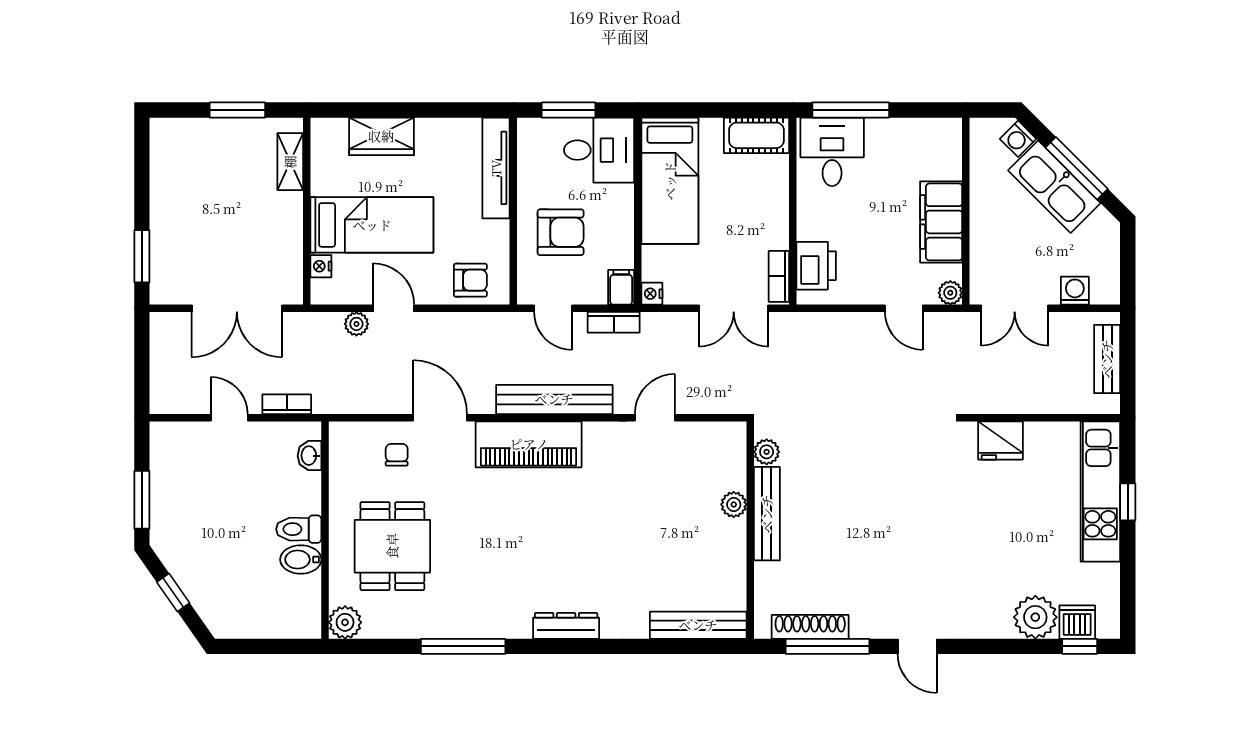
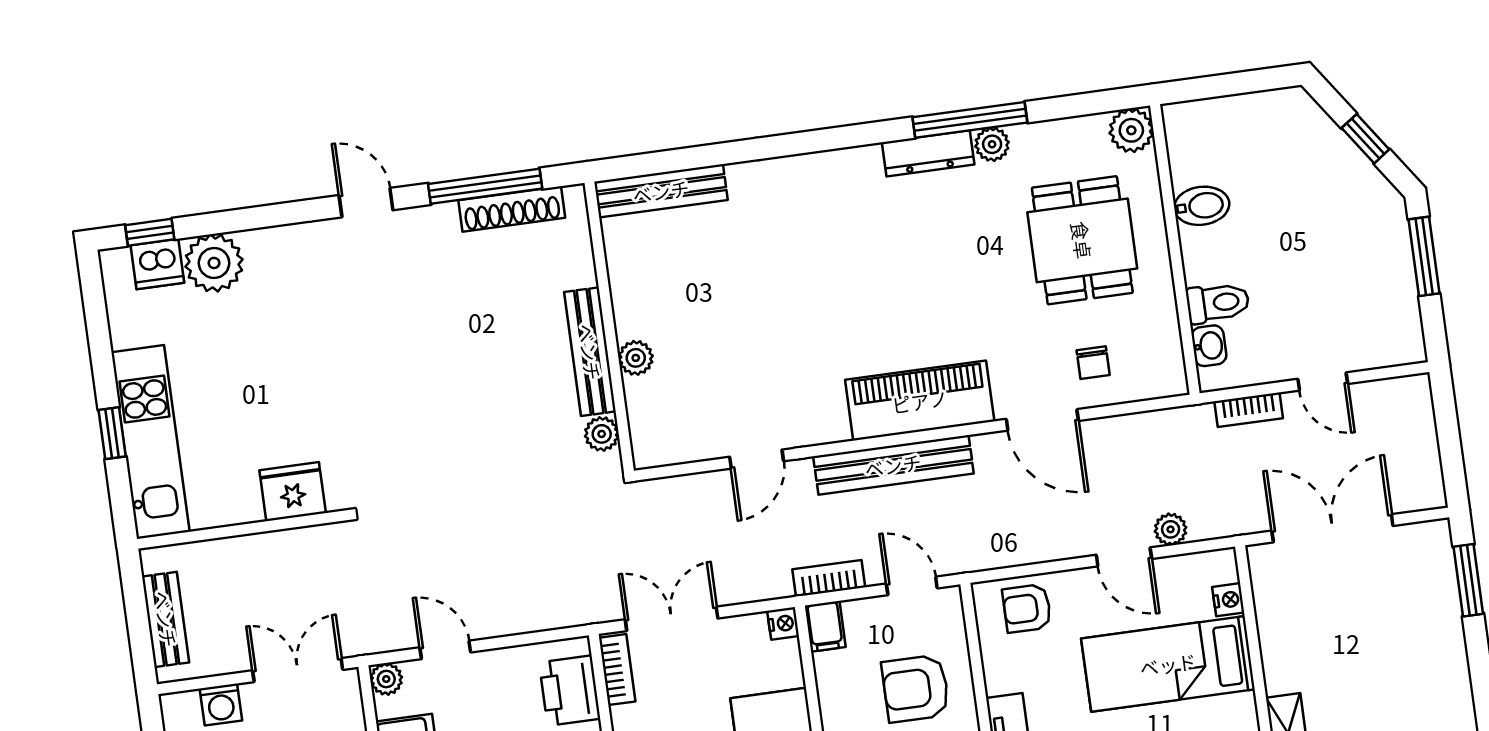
toilet: (299, 529) -> (1218, 303), moved
plant: (449, 626) -> (992, 144), added
dresser: (566, 626) -> (928, 153), moved

